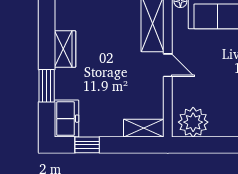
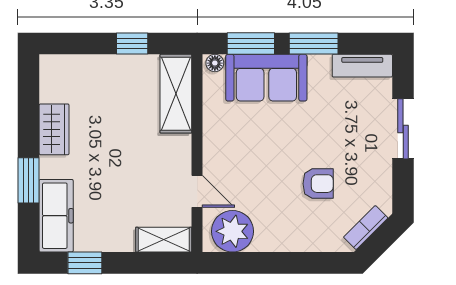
door: (168, 65) -> (197, 191), moved
freezer: (66, 119) -> (56, 216), width x1.40

